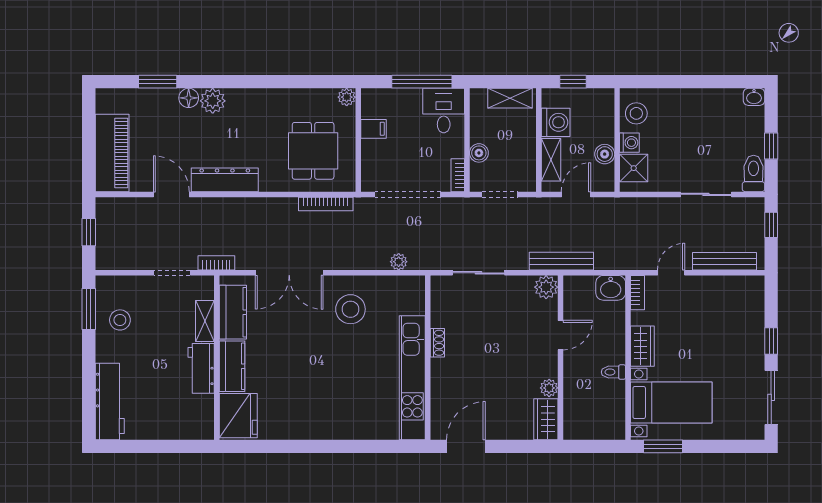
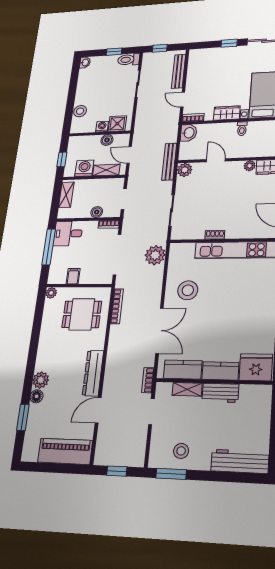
stool: (636, 113) -> (80, 111), moved
plant: (399, 262) -> (155, 255), width x1.88, depth x1.88

